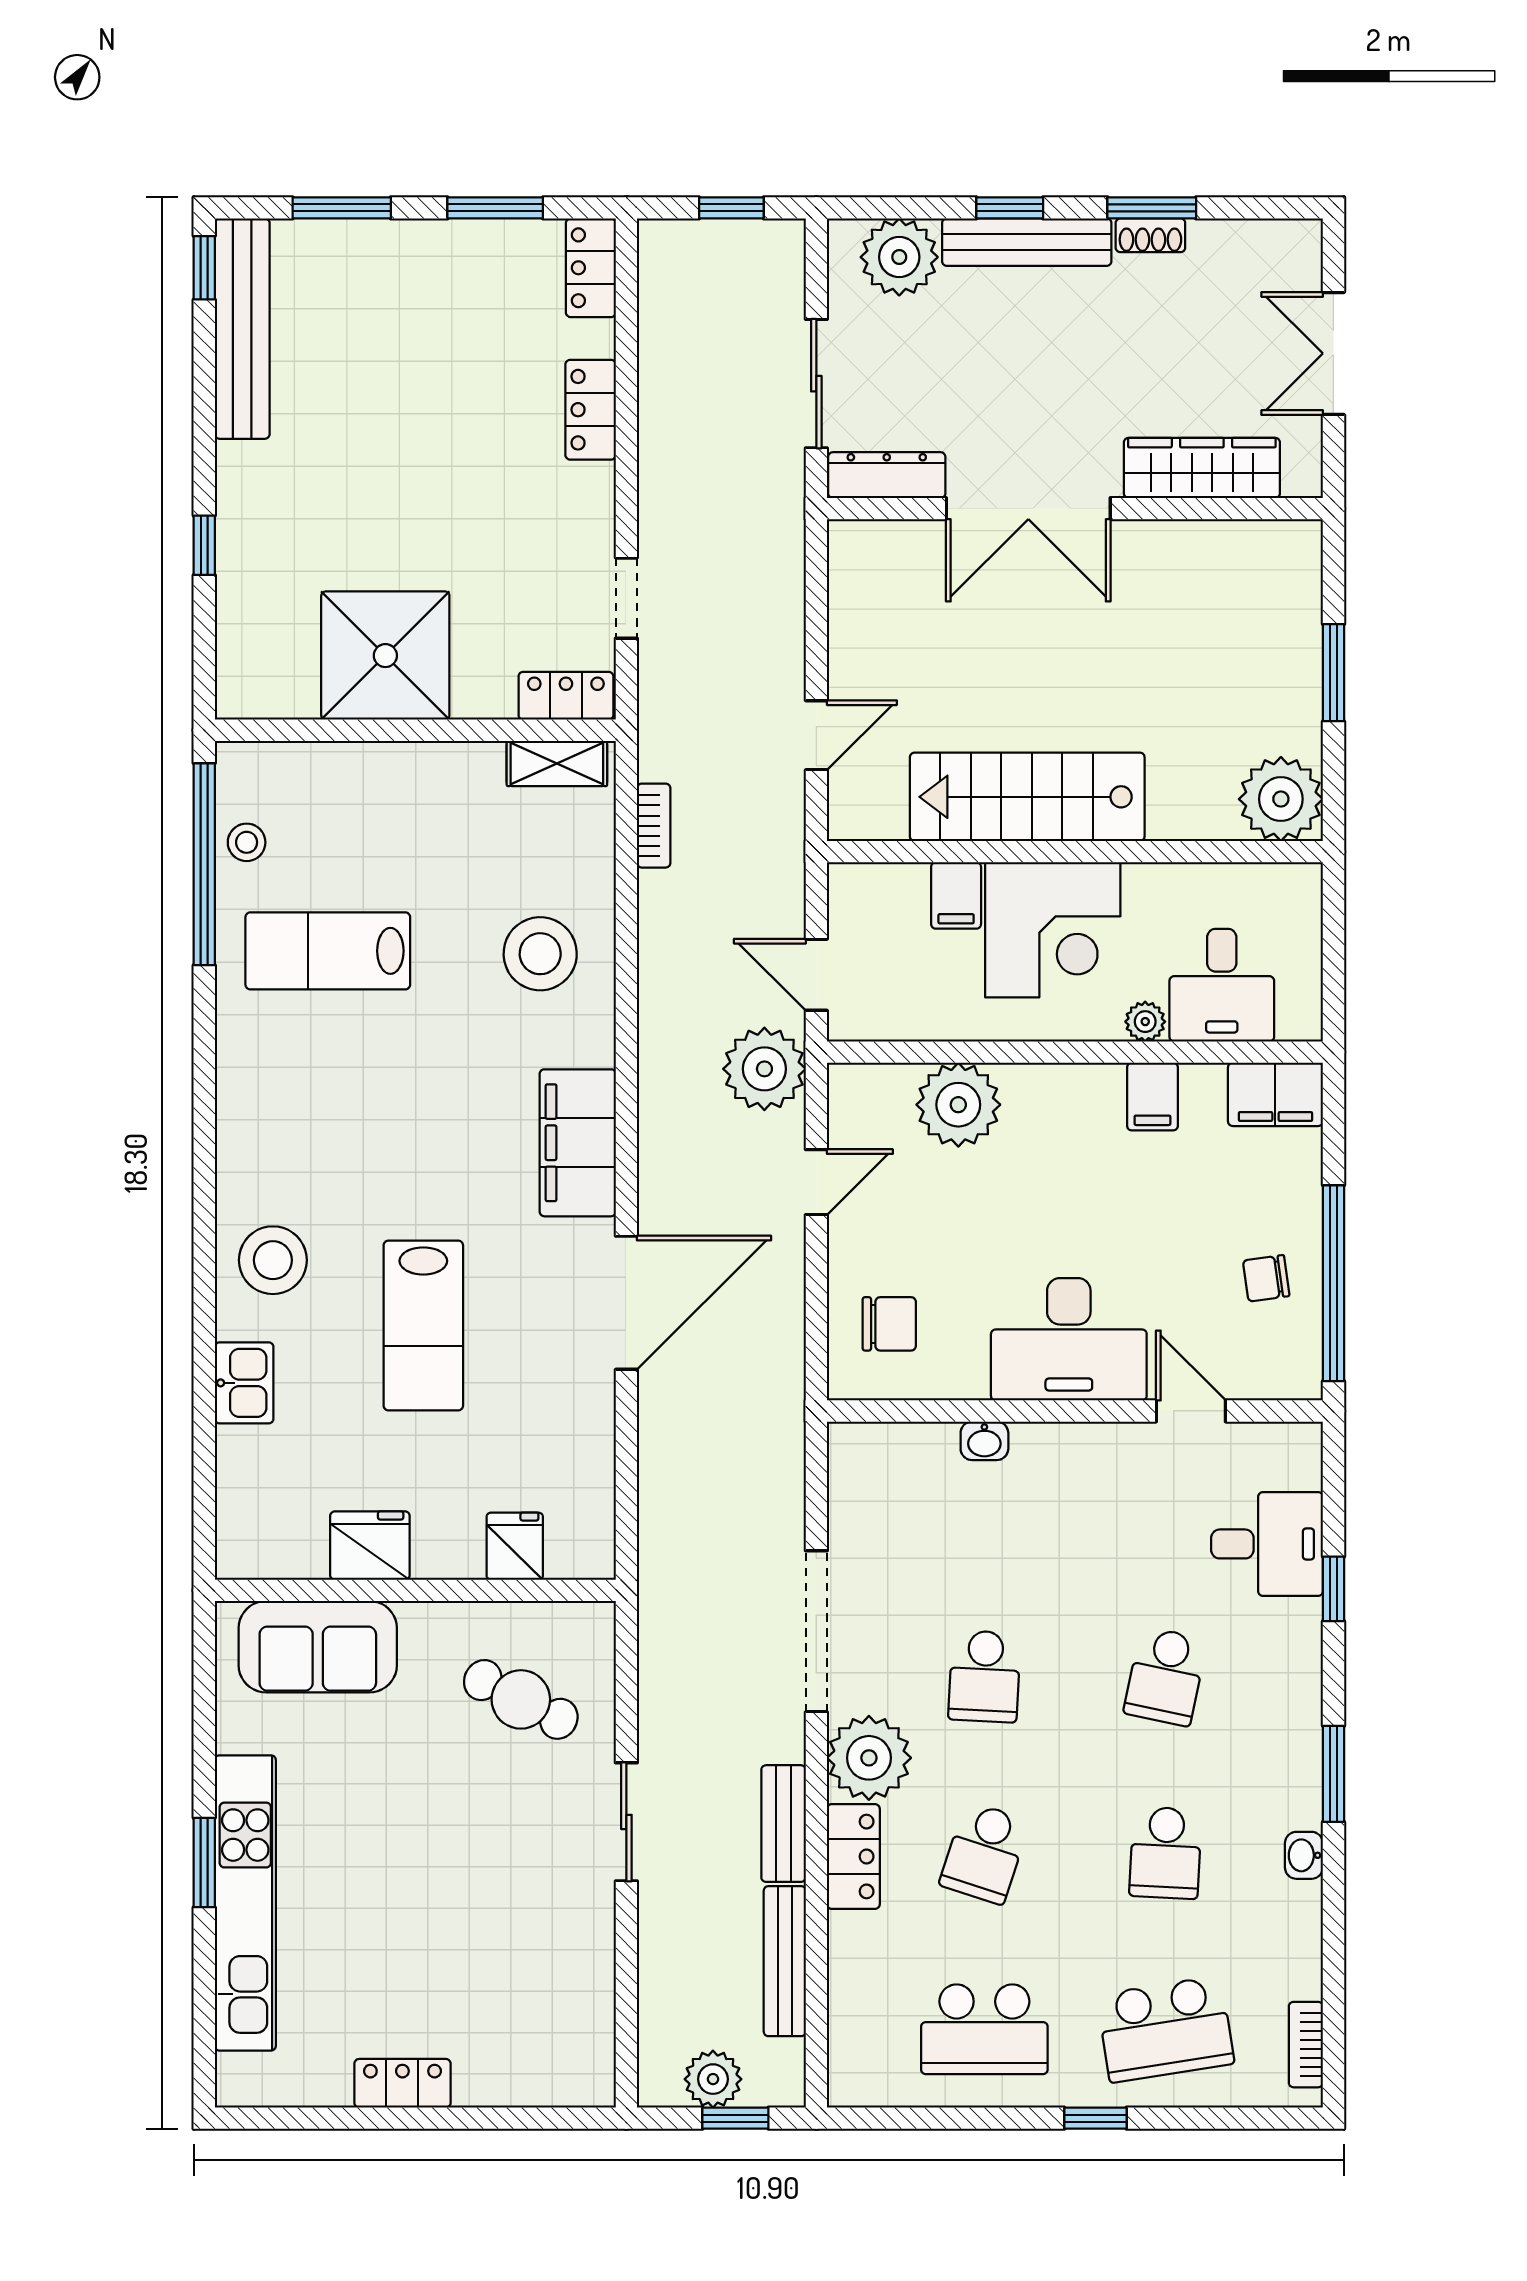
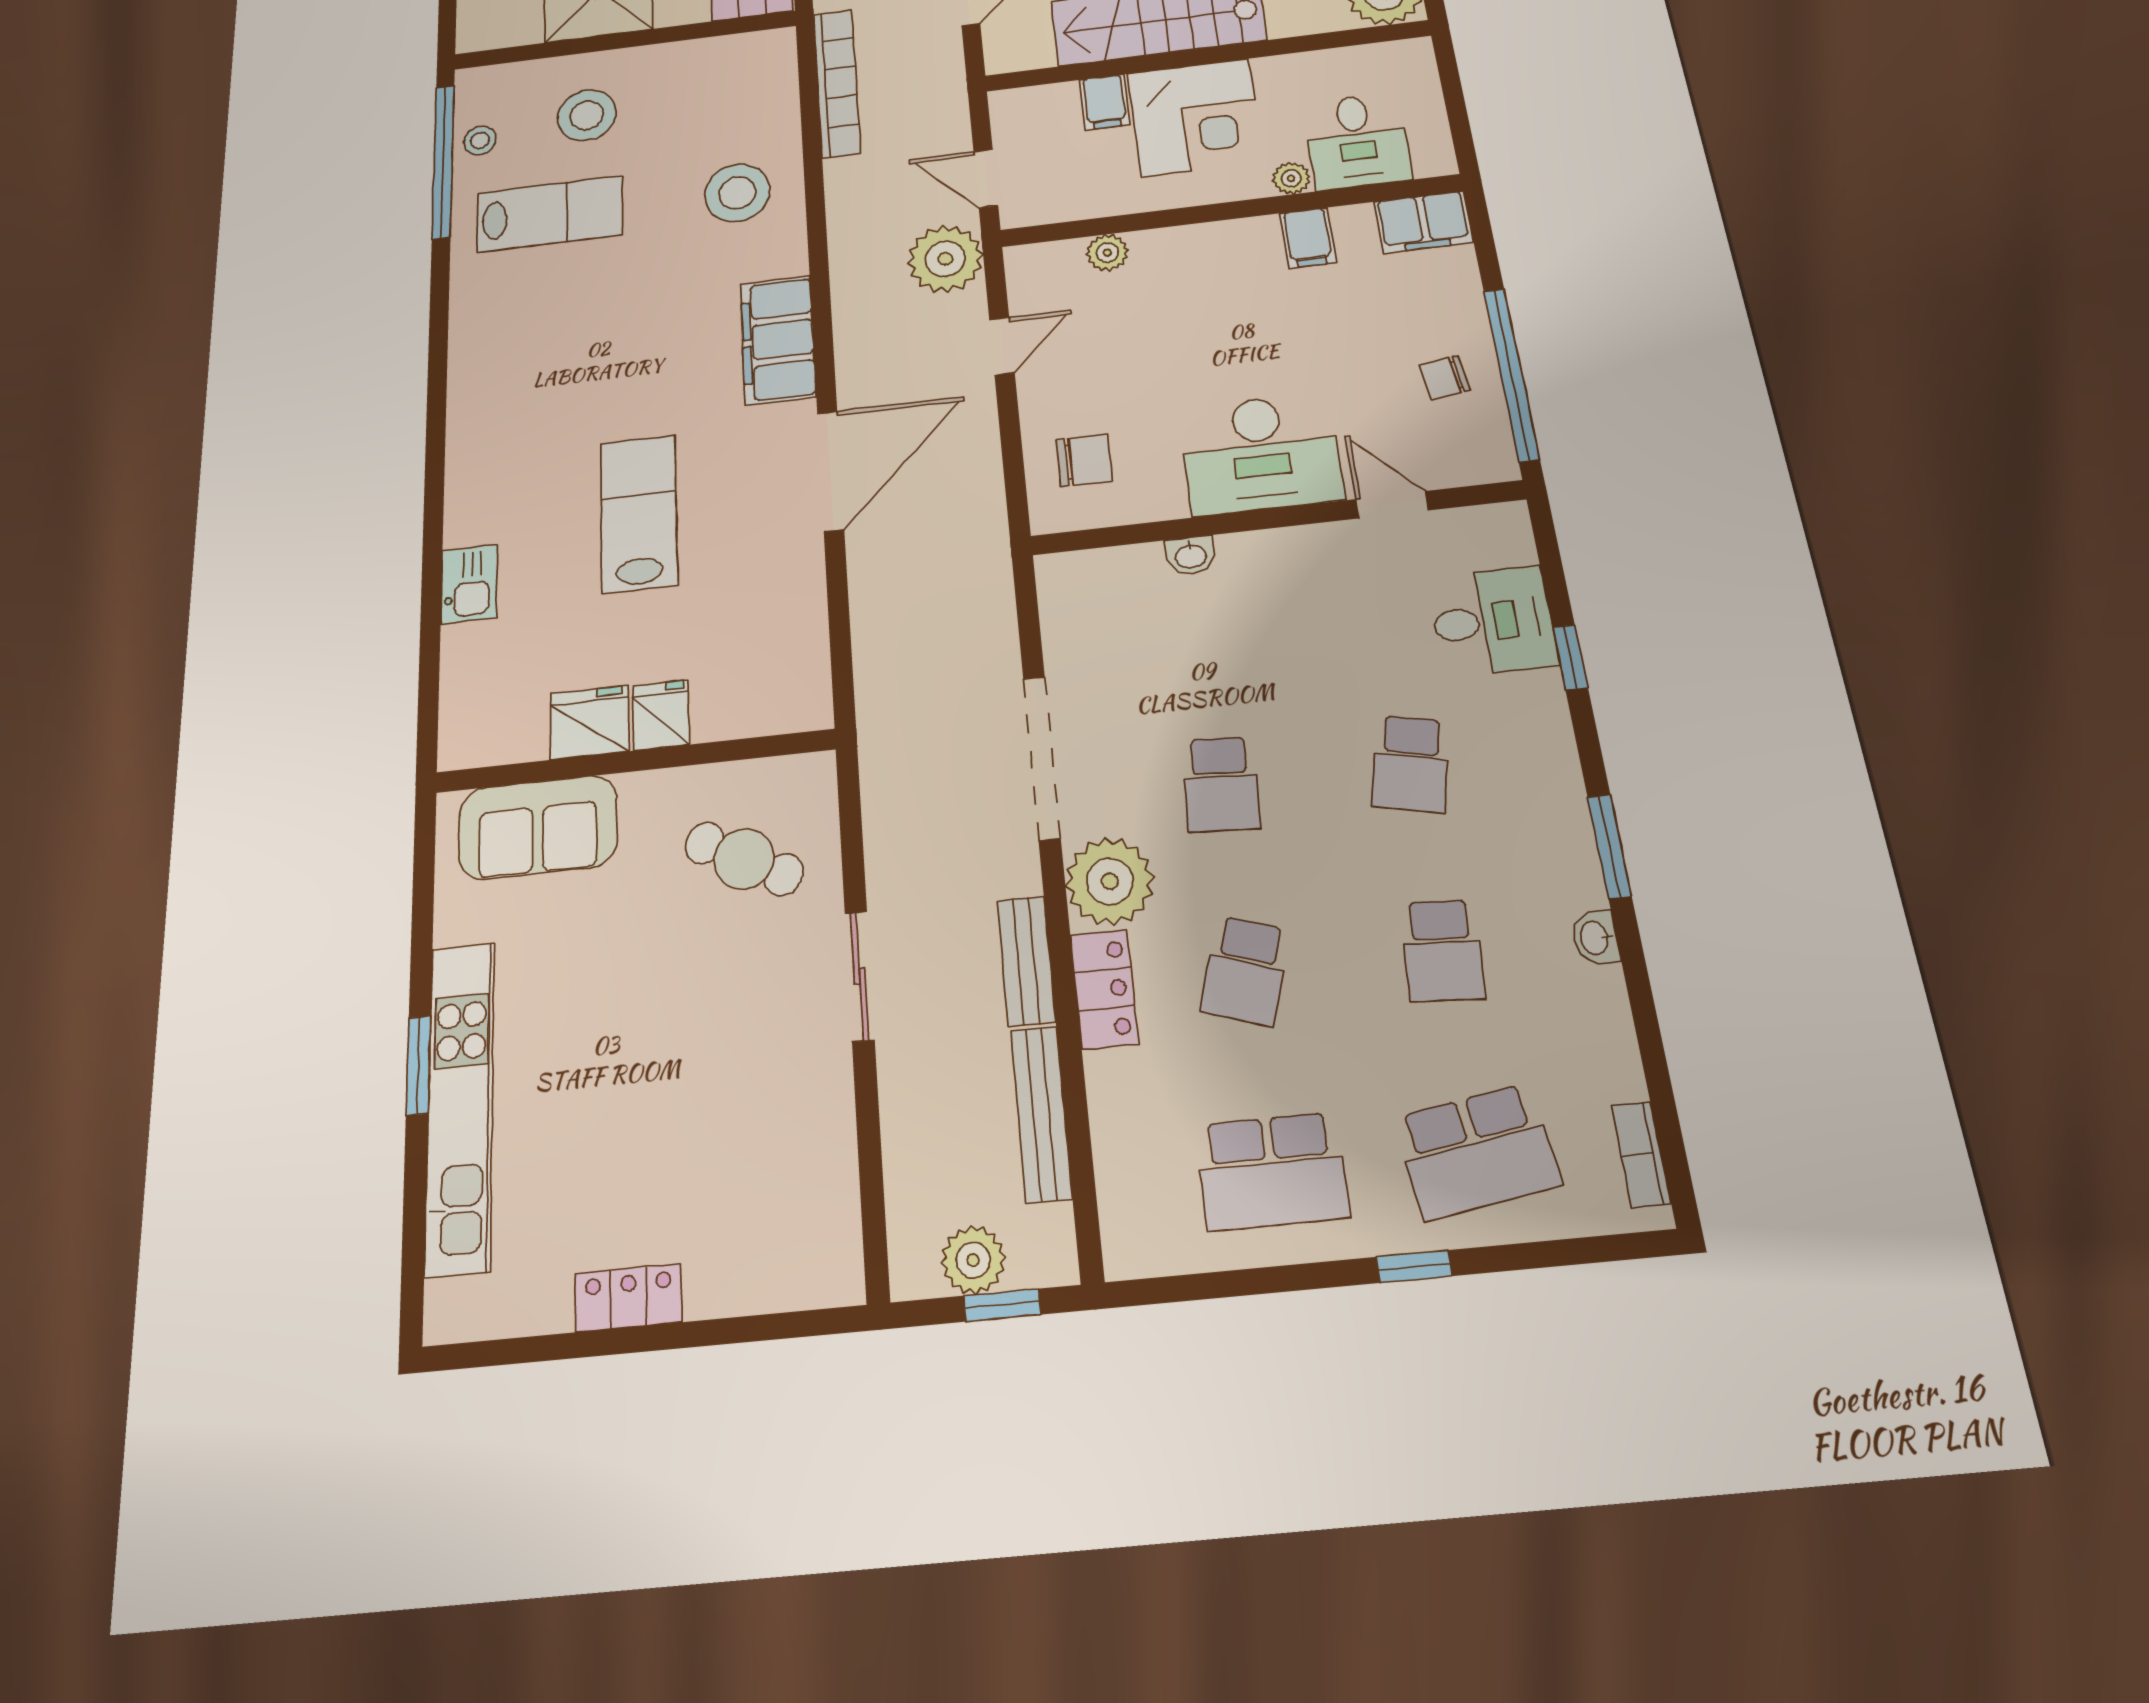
shelving: (557, 763) -> (746, 49), removed
bookcase: (654, 826) -> (837, 83), width x2.31, depth x1.31
lab bench: (328, 951) -> (550, 214), turned 180
plant: (958, 1105) -> (1107, 252), width x0.53, depth x0.53
stool: (273, 1260) -> (587, 115), moved
lab bench: (423, 1325) -> (639, 513), turned 180
fridge: (515, 1546) -> (661, 715), moved

